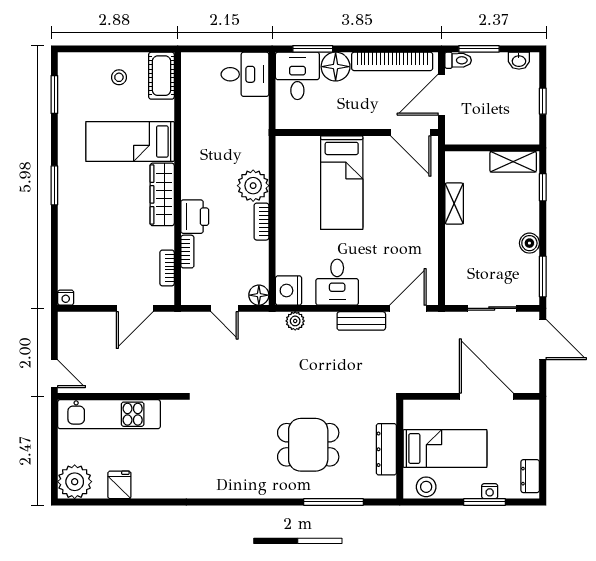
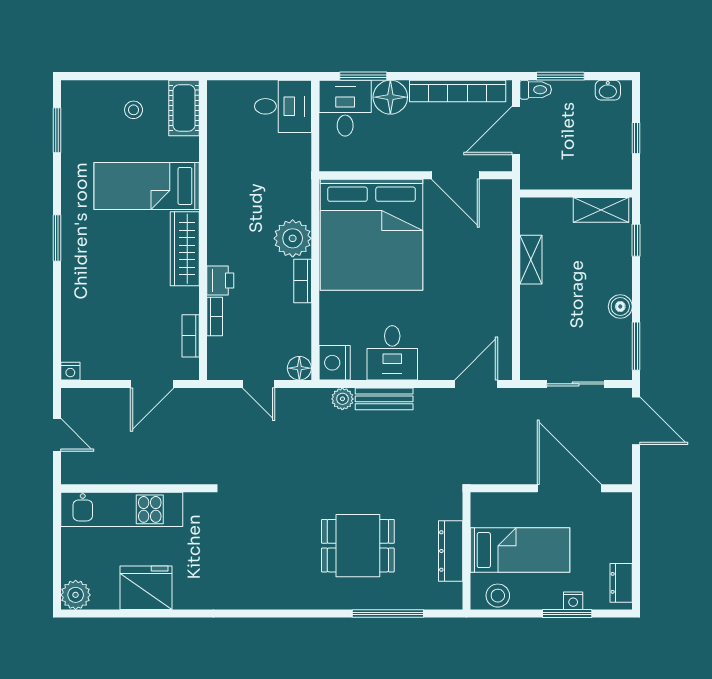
door: (411, 132) -> (455, 175), moved
bed: (342, 183) -> (372, 235), width x2.04
printer: (195, 217) -> (220, 280), width x0.73, depth x0.81
bench: (361, 321) -> (384, 399), moved
door: (54, 374) -> (57, 435), moved
plant: (75, 482) -> (76, 595), width x0.73, depth x0.73
fridge: (119, 485) -> (146, 588), width x1.88, depth x1.34

